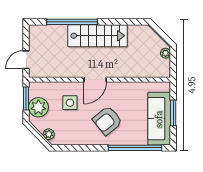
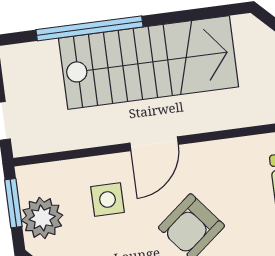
stairs: (97, 36) -> (149, 62), width x1.36, depth x1.51

